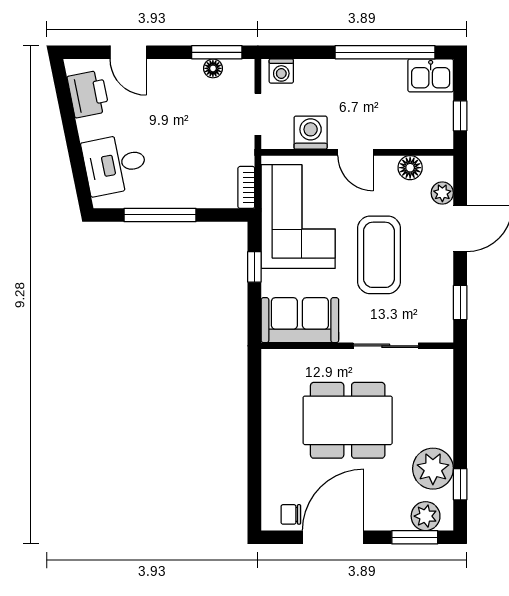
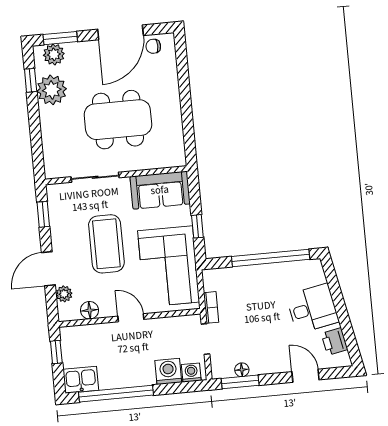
printer: (88, 94) -> (335, 342), width x0.73, depth x0.81
washing machine: (311, 133) -> (168, 371), moved, turned 180
desk: (115, 164) -> (312, 309), moved
bookcase: (246, 187) -> (211, 307), moved
window: (160, 215) -> (271, 258), width x1.46
chair: (291, 514) -> (153, 46), turned 180

